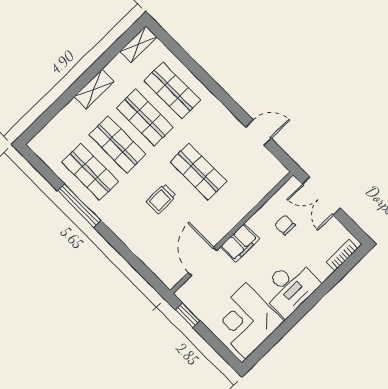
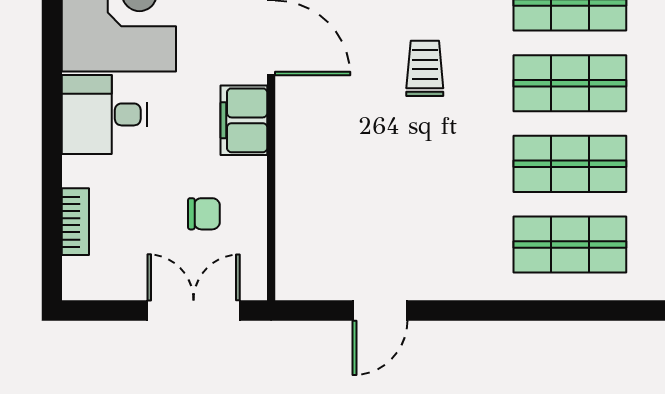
shop shelf: (198, 172) -> (411, 164), removed
bookcase: (342, 255) -> (75, 222), moved
desk: (290, 287) -> (105, 114), width x0.73

